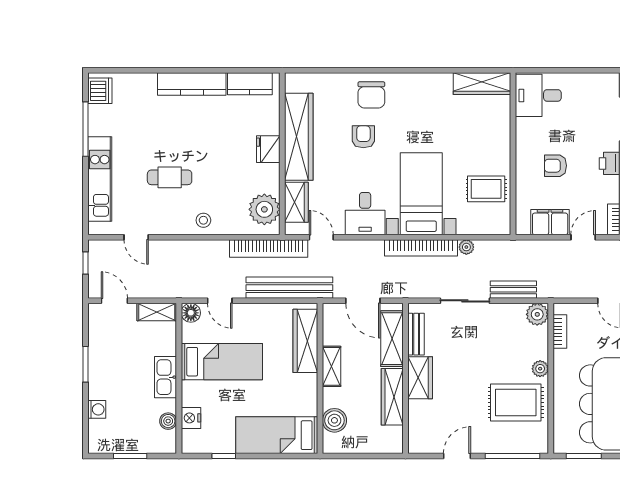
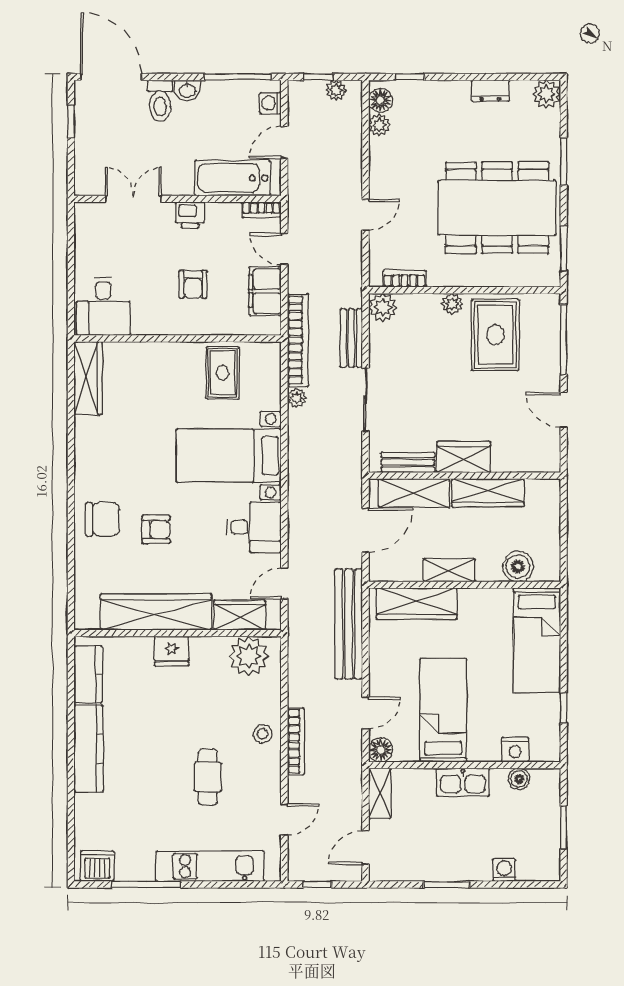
armchair: (363, 137) -> (156, 529), turned 180
bookcase: (269, 248) -> (296, 741), moved, width x0.68, depth x0.76
bookcase: (421, 248) -> (298, 340), moved

